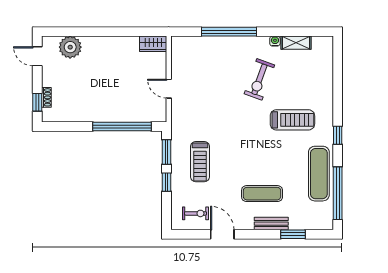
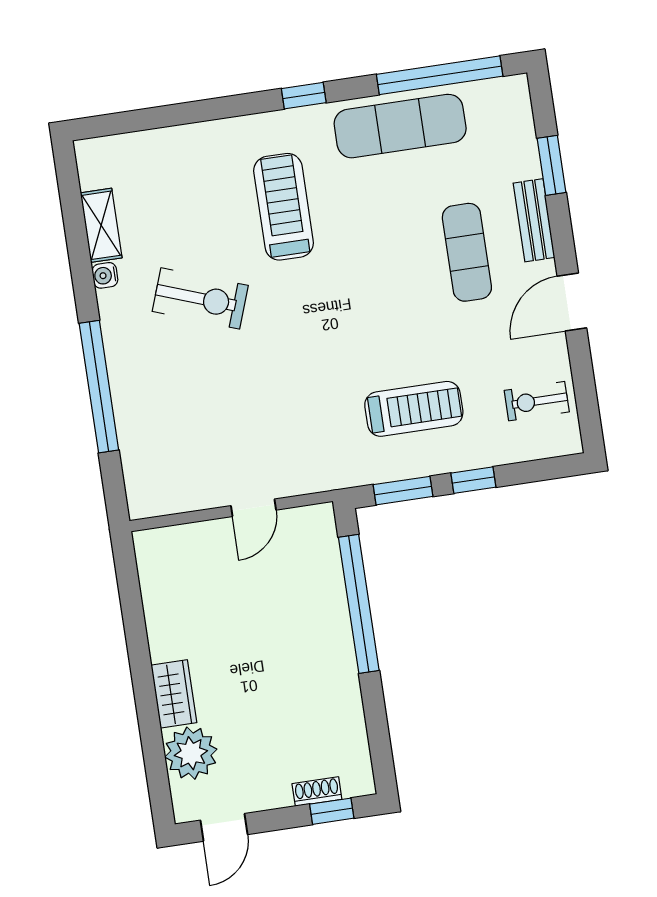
wardrobe: (153, 44) -> (174, 694), moved
exercise bike: (196, 213) -> (537, 401), turned -90
door: (222, 234) -> (572, 302), moved

